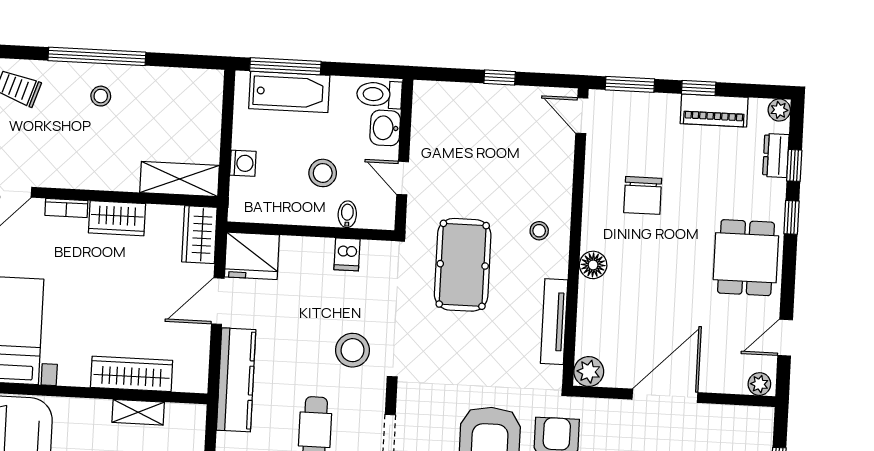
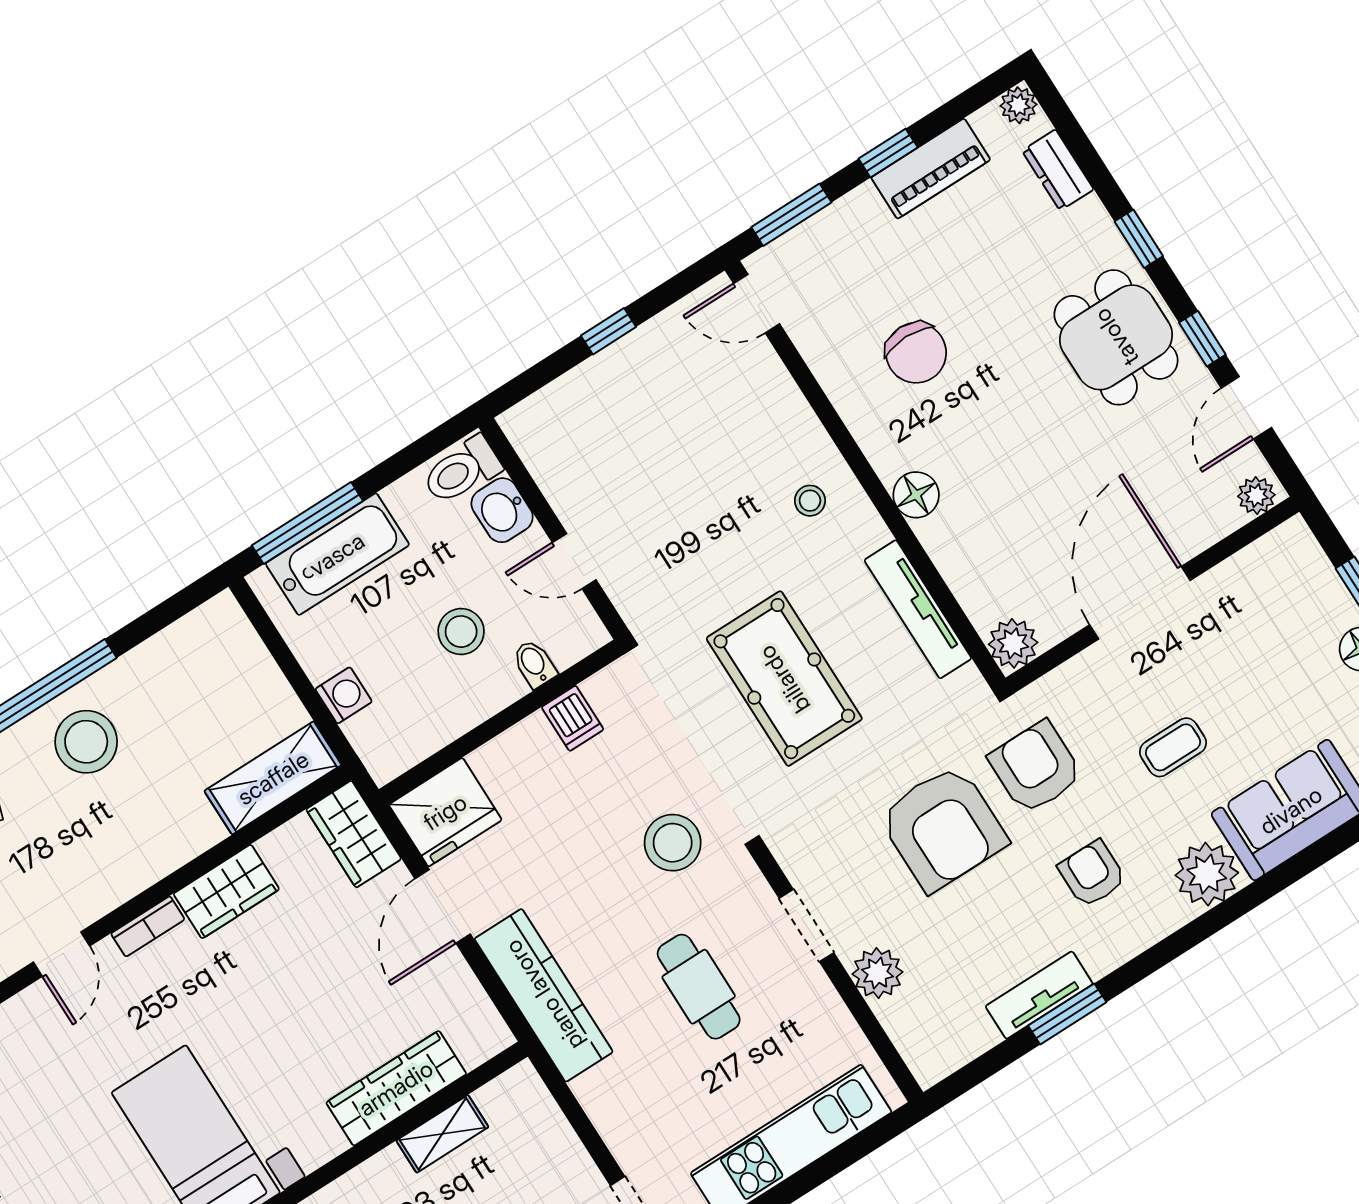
stool: (101, 96) -> (86, 742), width x1.89, depth x1.89
window: (794, 165) -> (1202, 339), moved
pool table: (463, 265) -> (784, 679), moved

